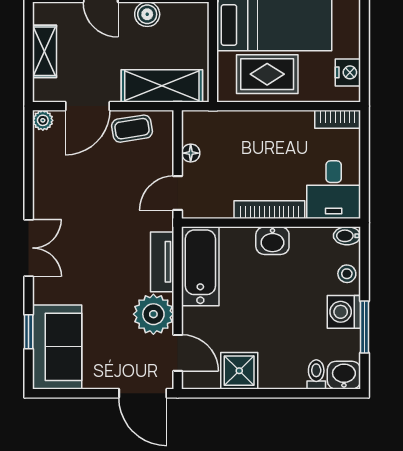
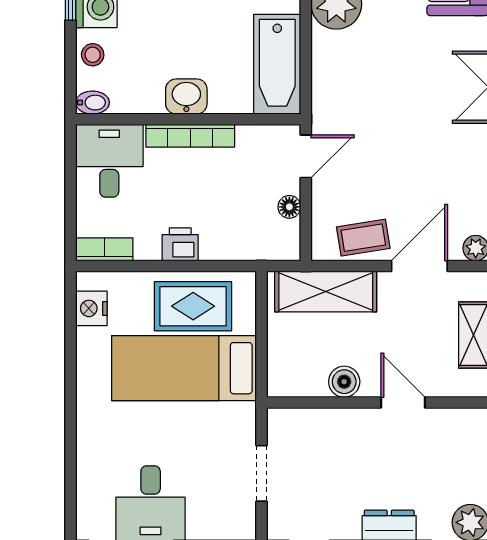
printer: (277, 123) -> (180, 244), added
tv unit: (162, 262) -> (325, 70), removed

